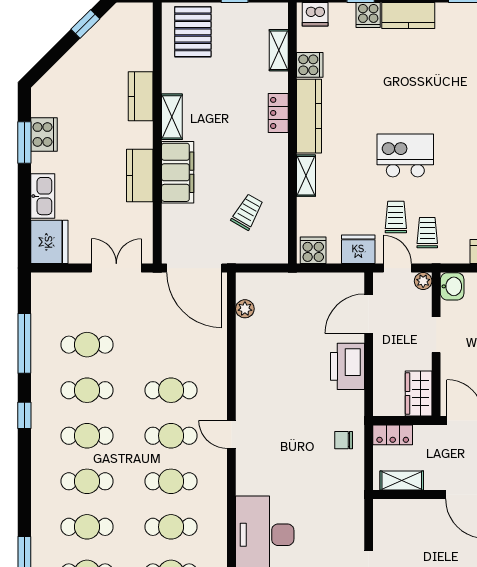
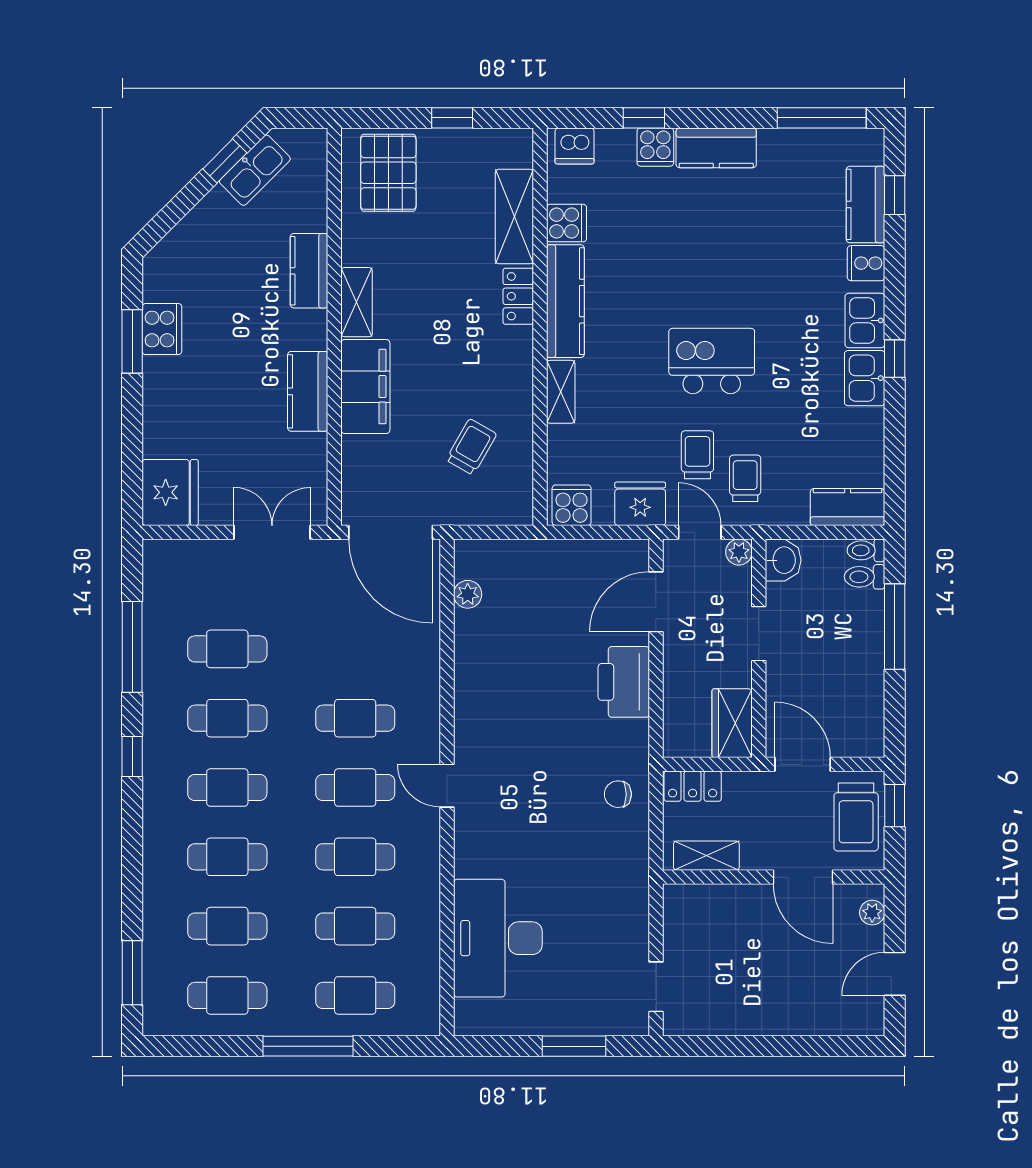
shelving: (279, 50) -> (514, 216), width x1.50, depth x1.33
kitchen sink: (43, 196) -> (255, 170), moved, turned 45

